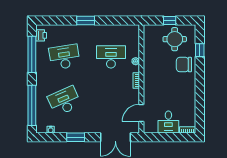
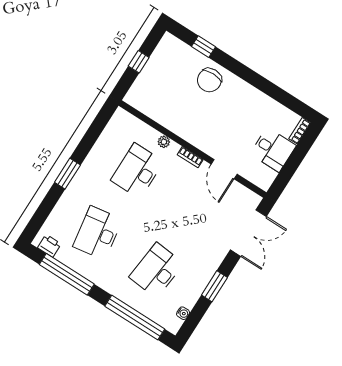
round table: (175, 39) -> (168, 71), removed
desk: (64, 101) -> (156, 270), turned 30
door: (141, 113) -> (224, 169), moved

